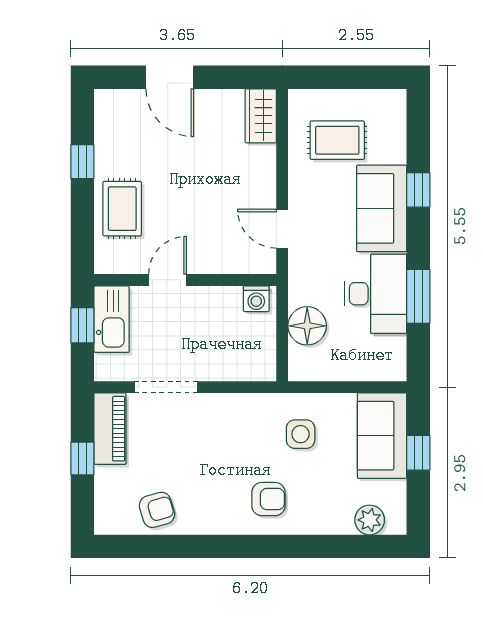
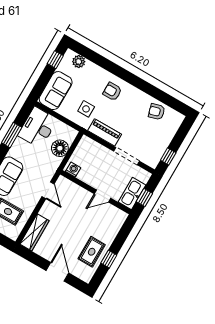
wardrobe: (261, 116) -> (34, 232), width x1.50
rug: (122, 209) -> (92, 252), moved
desk: (376, 294) -> (38, 127), moved
piano: (110, 429) -> (105, 132), moved, turned 90
window: (418, 453) -> (55, 60), moved
window: (82, 458) -> (168, 156), moved

